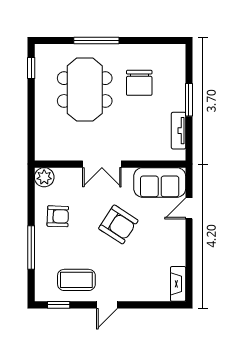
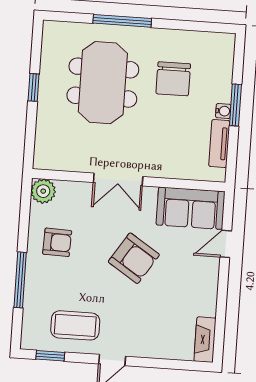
window: (31, 68) -> (34, 87), moved
water cooler: (180, 105) -> (223, 111), added

